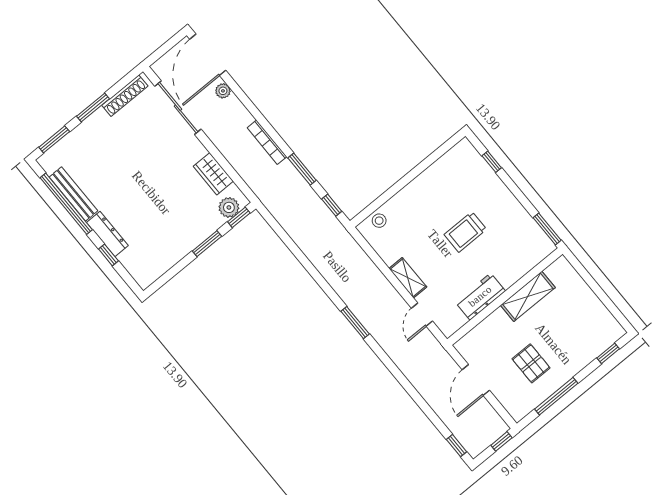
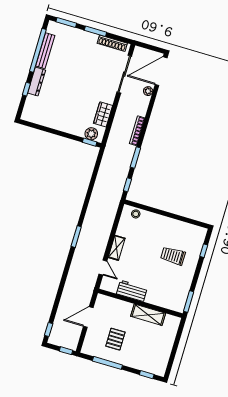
trolley: (465, 232) -> (173, 256), moved
window: (207, 244) -> (66, 135), removed
door: (422, 315) -> (103, 268), swing flipped

